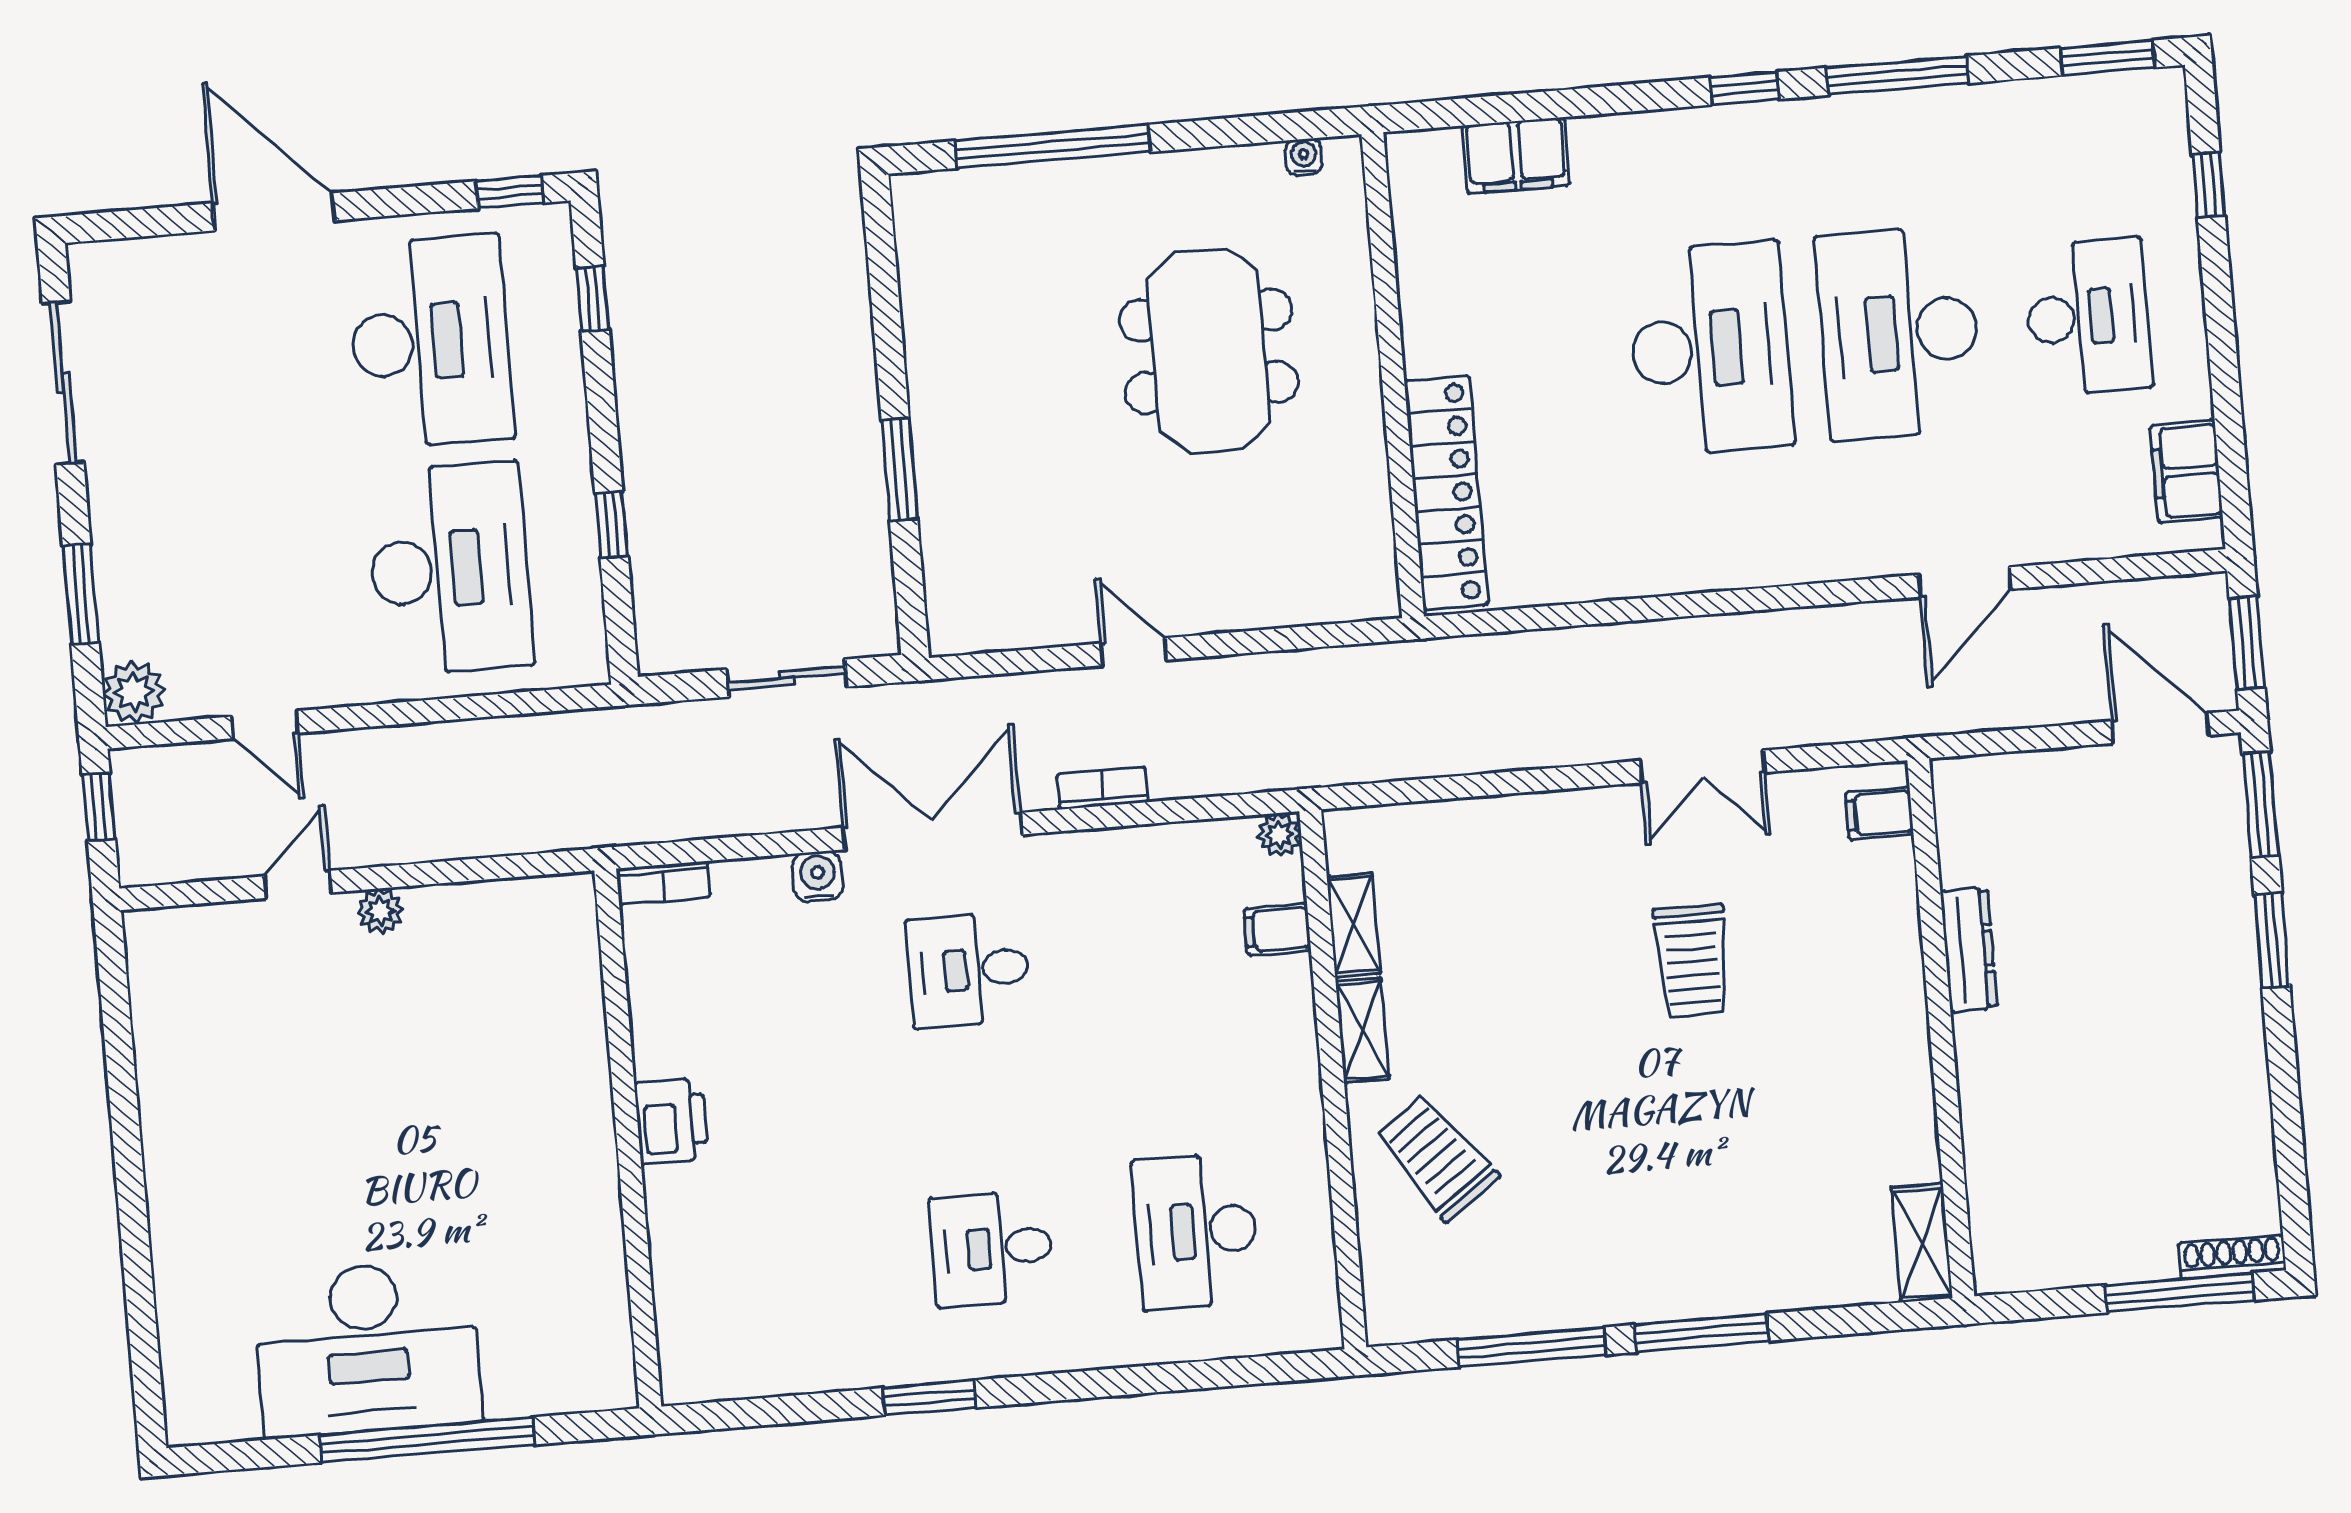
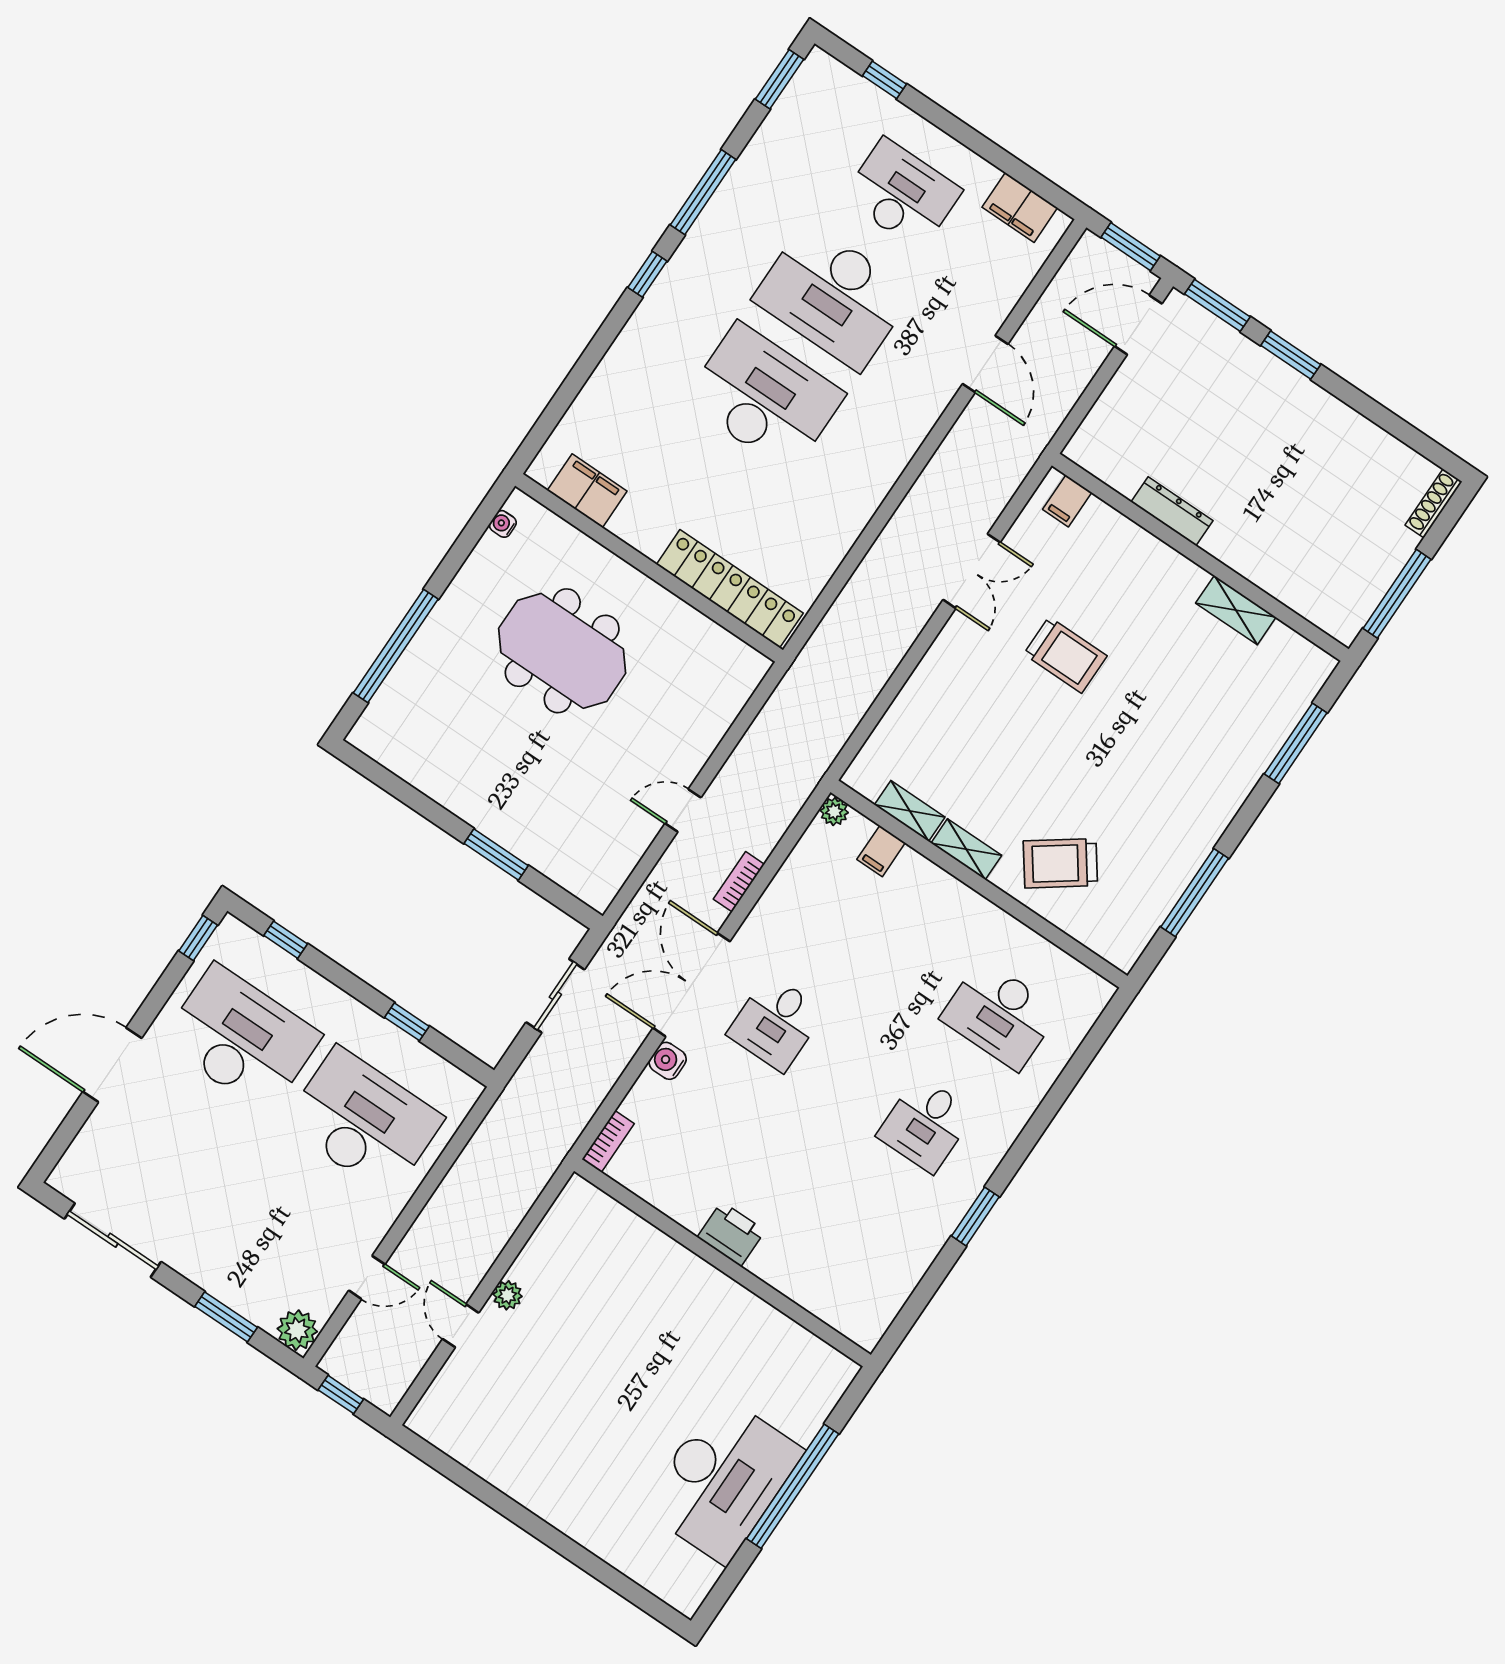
filing cabinet: (1516, 156) -> (587, 491), moved, turned -90
shelving: (1922, 1243) -> (1236, 610), moved
window: (2180, 1293) -> (1397, 594), moved
window: (1702, 1333) -> (1296, 743), moved

